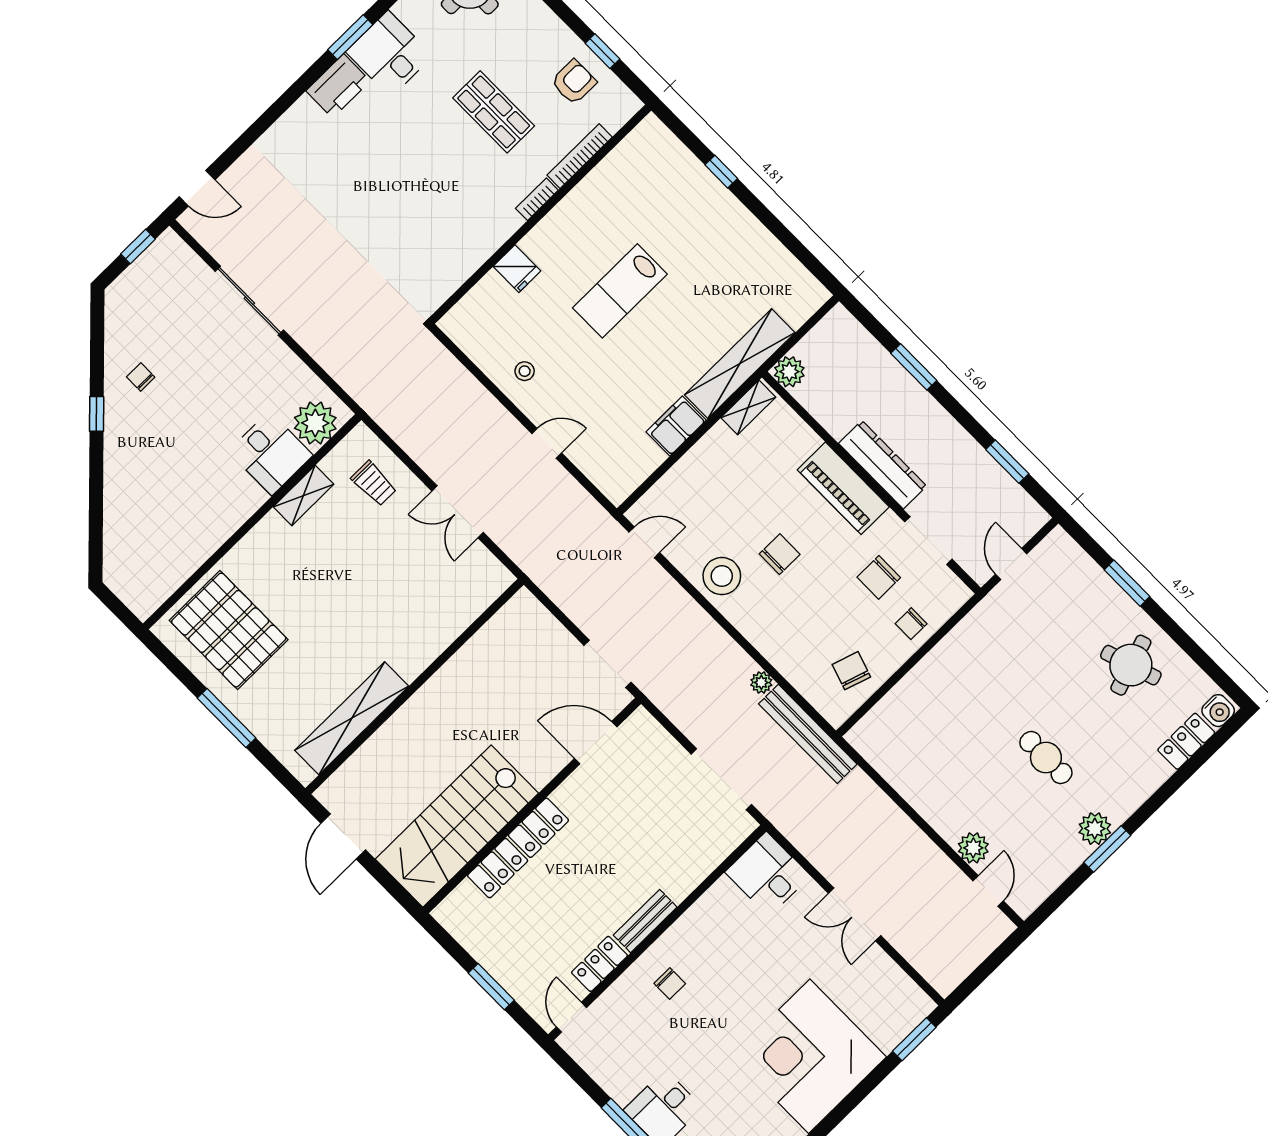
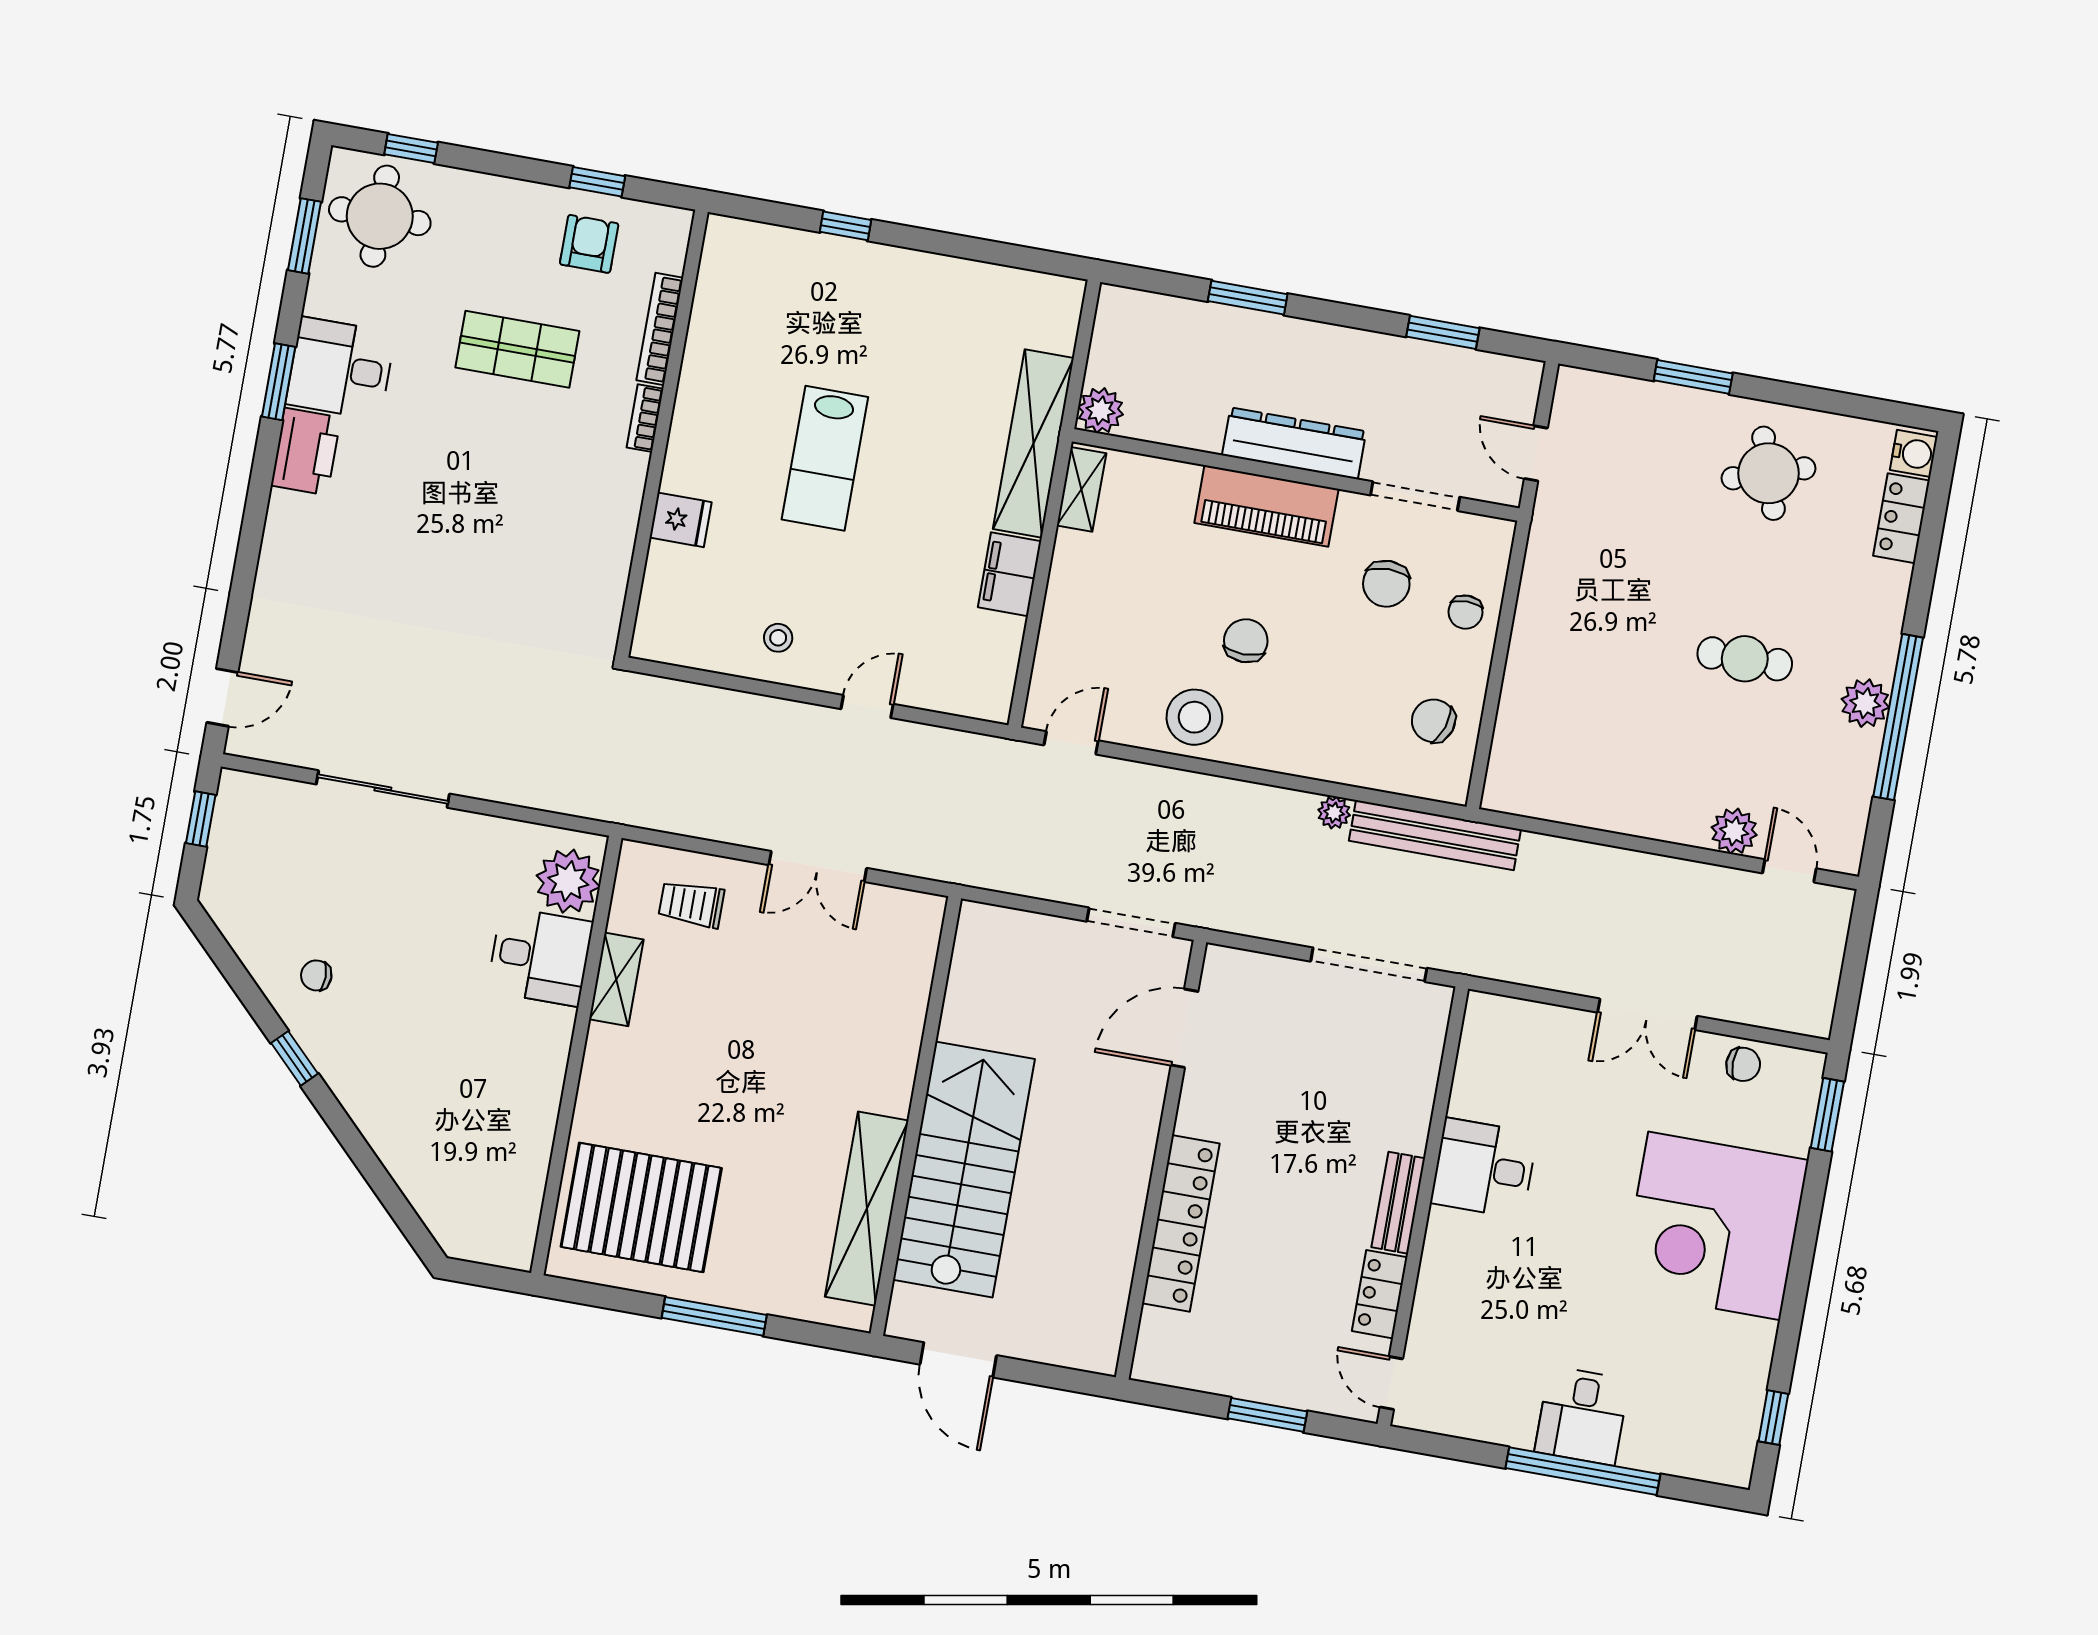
trolley: (374, 483) -> (691, 904), turned 180
stairs: (457, 826) -> (964, 1169), moved, turned 180
window: (1107, 849) -> (1898, 717), width x2.11
desk: (768, 874) -> (1484, 1168), moved
chair: (670, 984) -> (1743, 1064), moved

